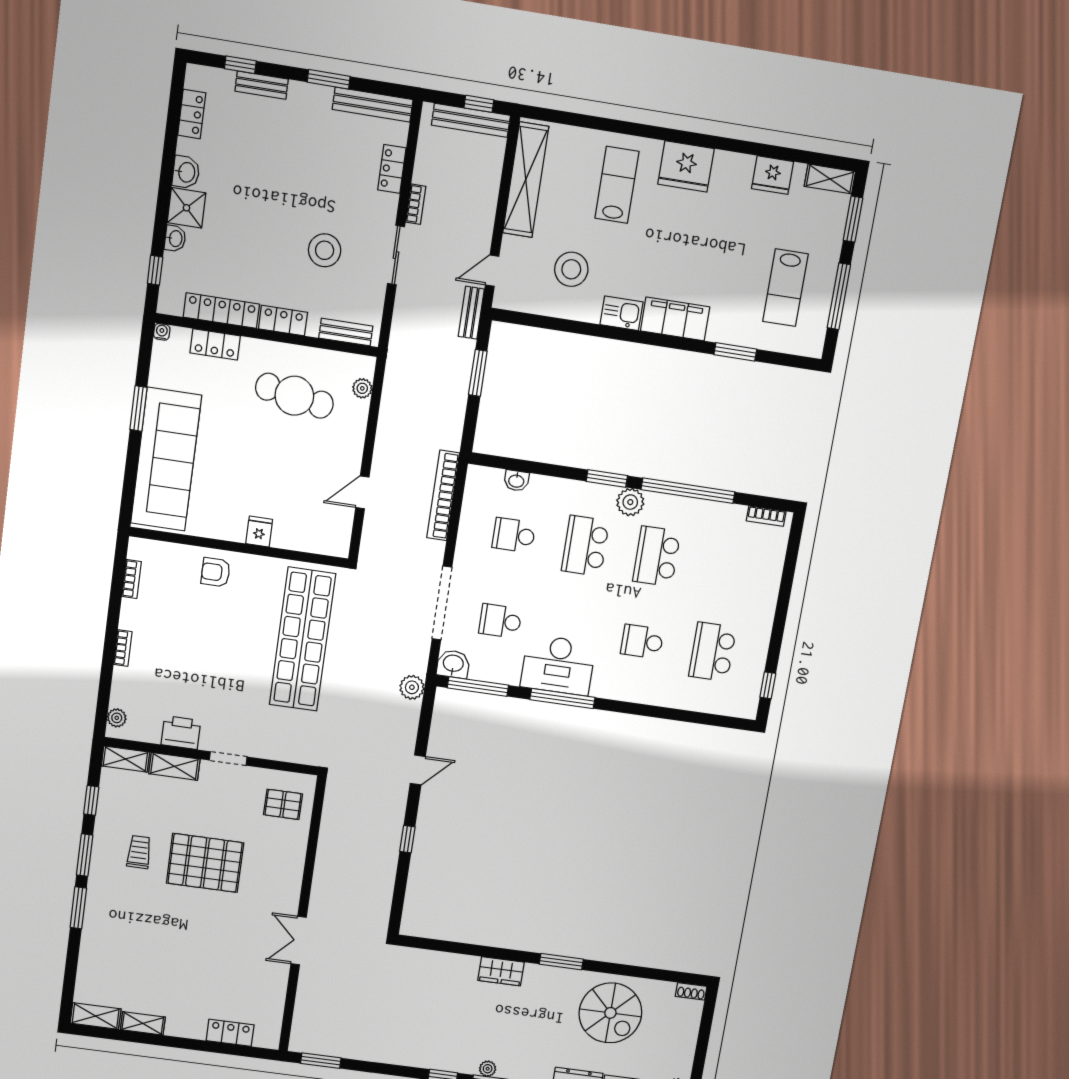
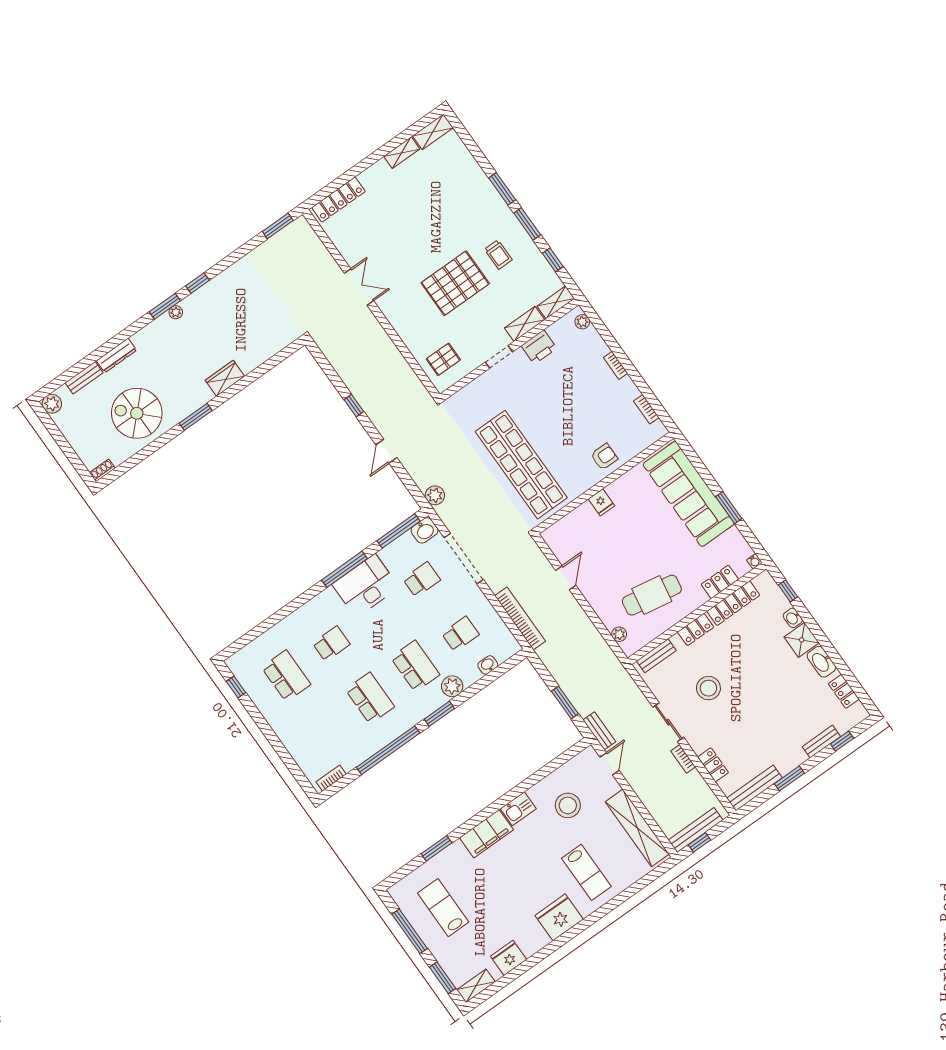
washbasin: (186, 172) -> (821, 662), width x1.38
plant: (630, 502) -> (452, 686), moved
locker: (230, 1033) -> (338, 200), width x1.53

